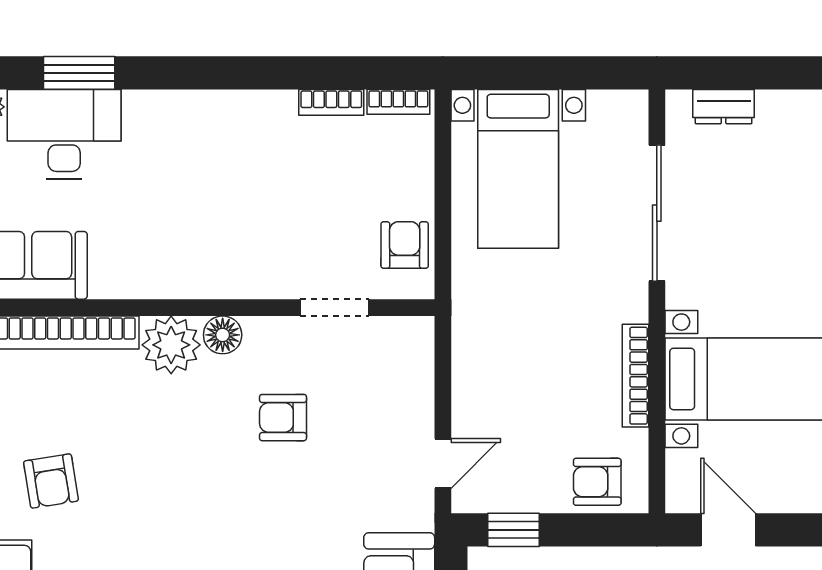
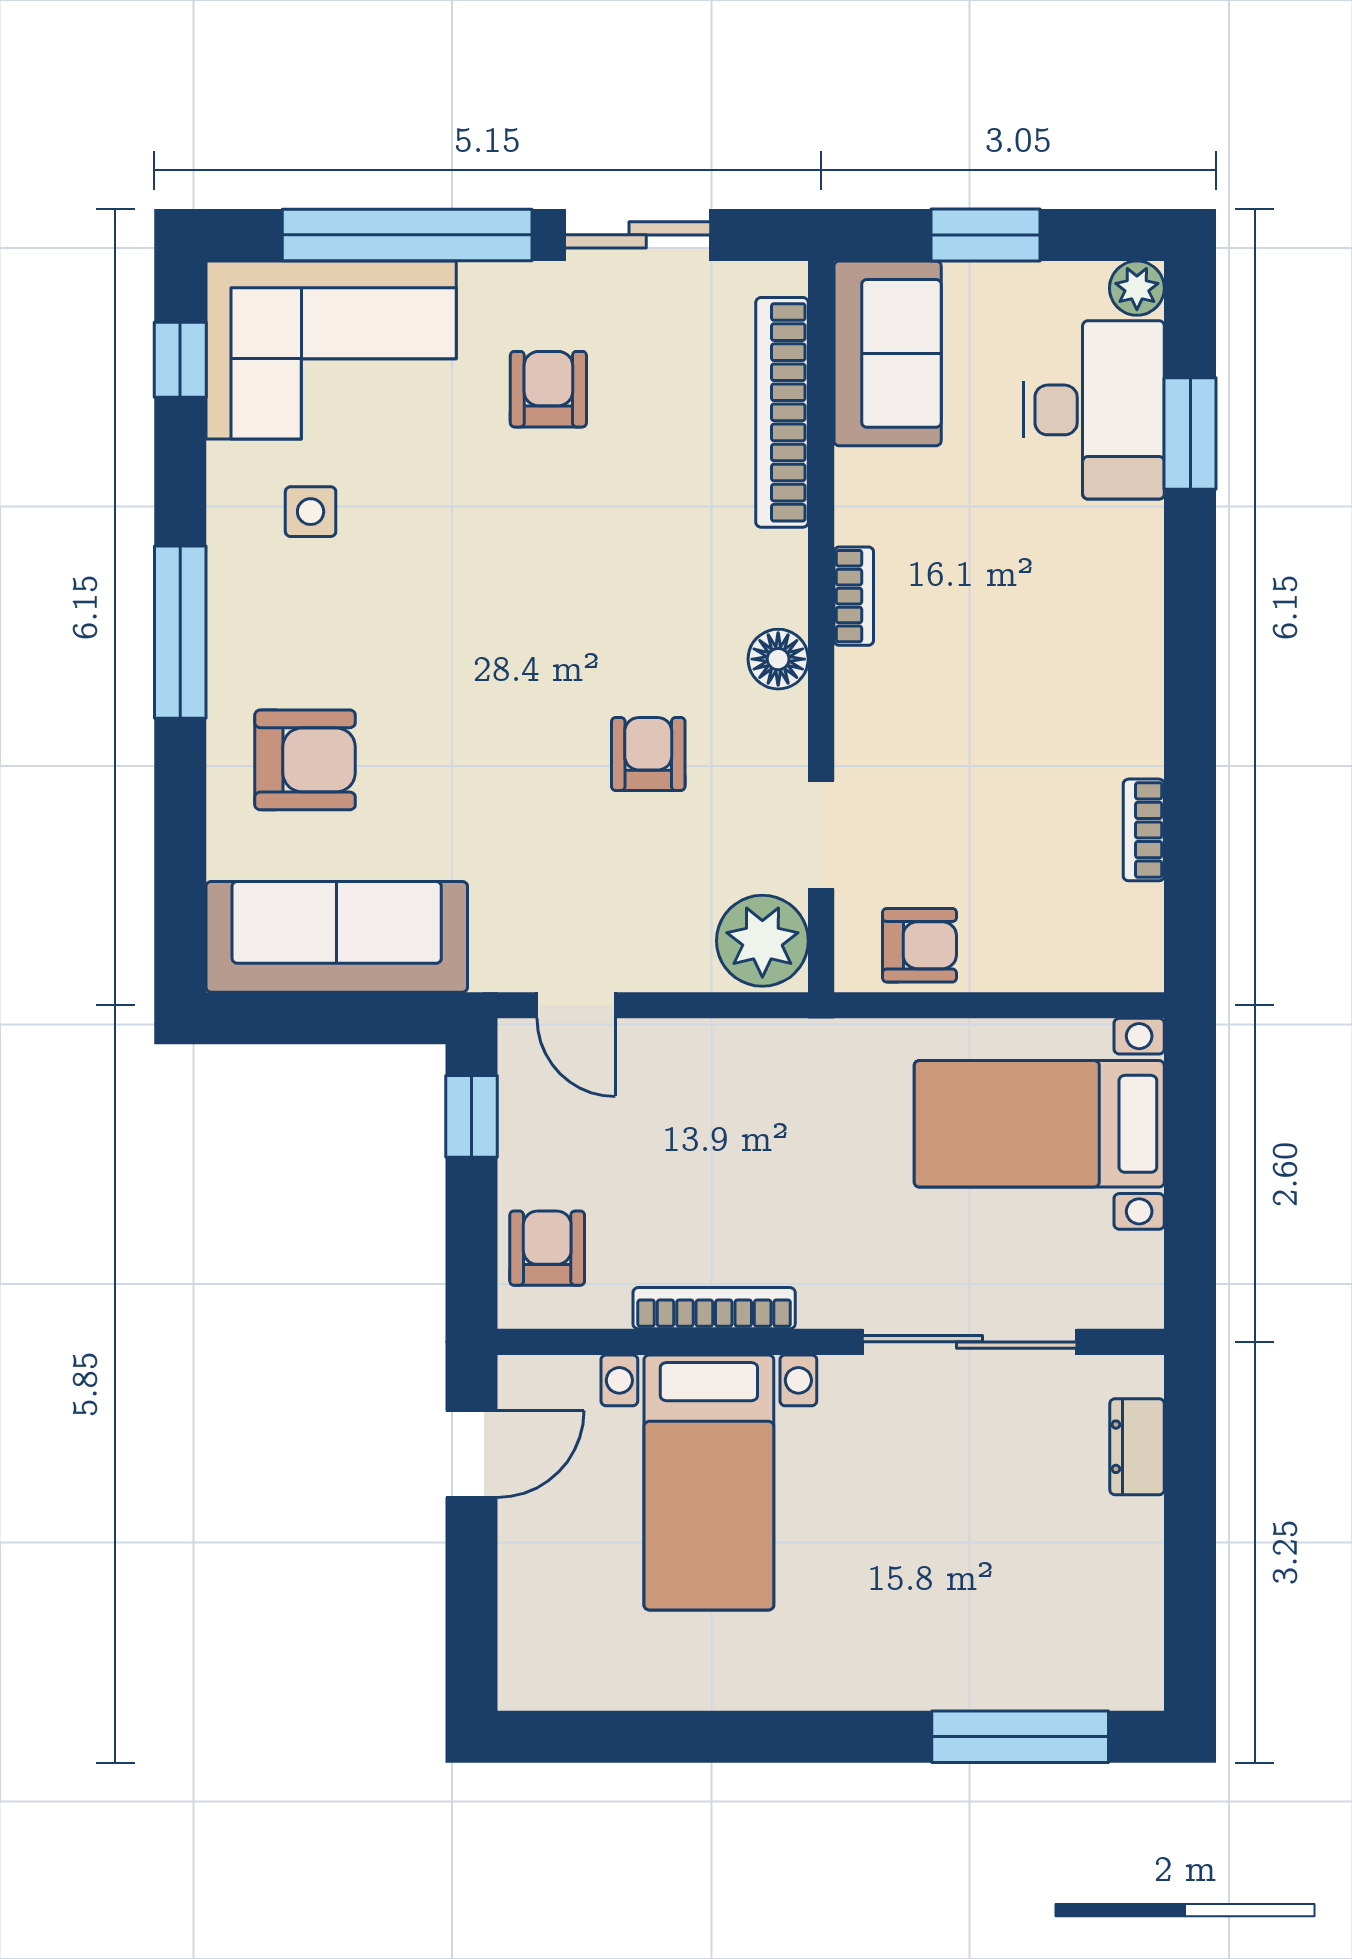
bookcase: (398, 102) -> (854, 596), moved, turned 180
plant: (171, 345) -> (762, 941), moved
armchair: (51, 481) -> (548, 389), turned 99

